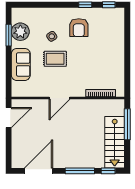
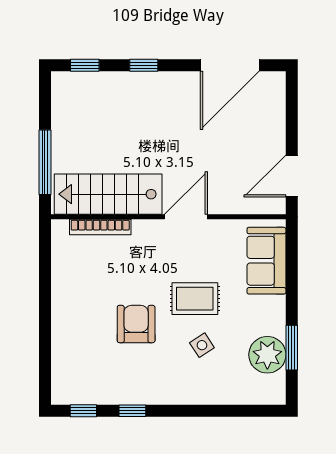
armchair: (79, 28) -> (136, 324), moved
sofa: (21, 64) -> (266, 261), moved
stairs: (115, 142) -> (108, 194), moved, turned -90
window: (80, 171) -> (144, 65), width x0.46

